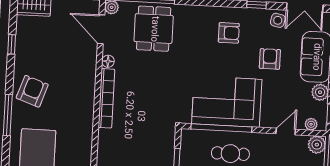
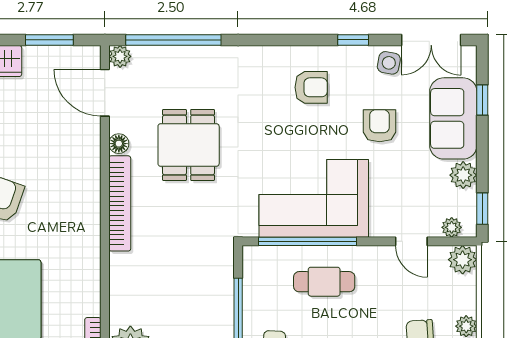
dining table: (154, 29) -> (189, 145), moved
door: (286, 132) -> (411, 241), swing flipped

